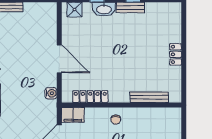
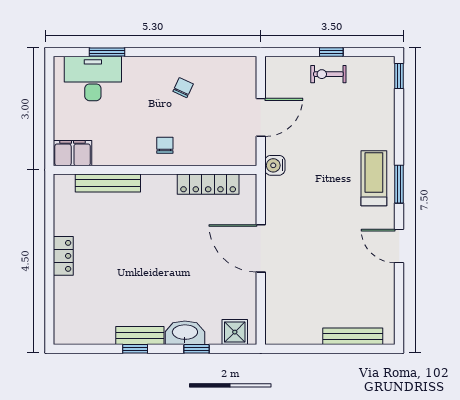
water cooler: (51, 93) -> (275, 165), moved
filing cabinet: (73, 115) -> (73, 153), moved

